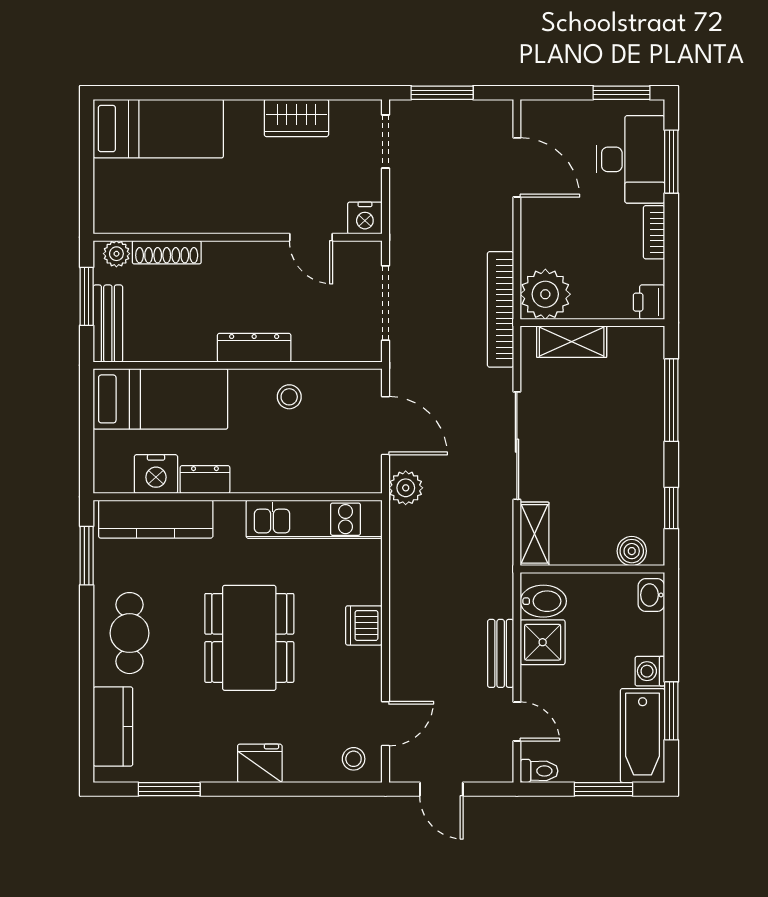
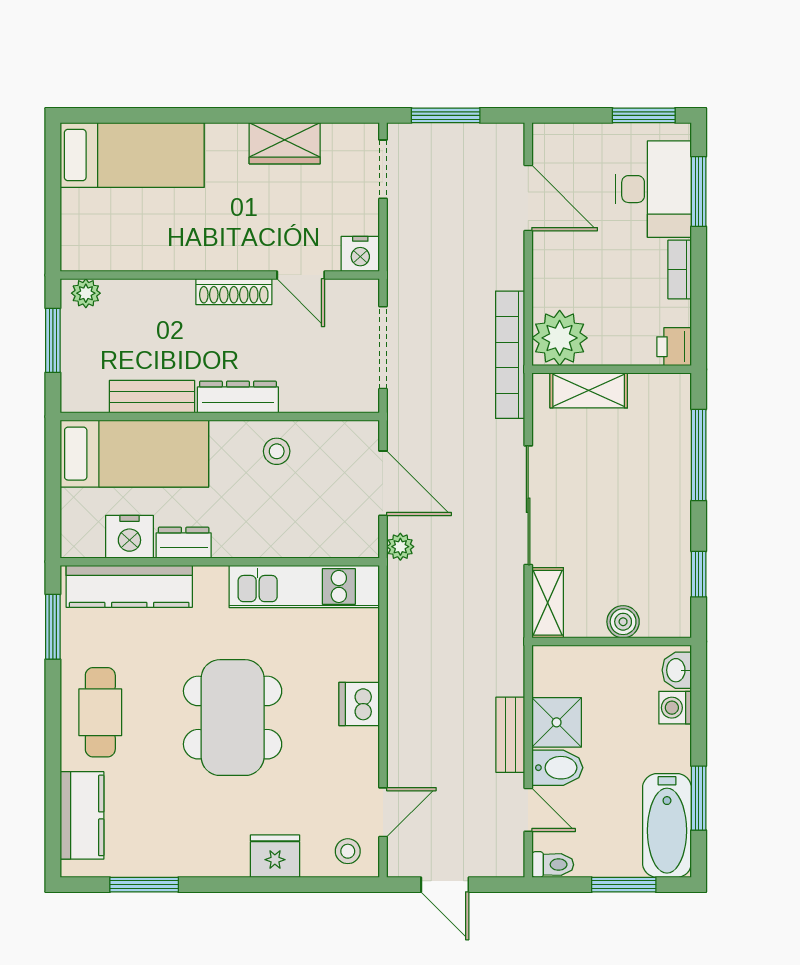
shoe rack: (167, 252) -> (234, 292), moved
bench: (108, 324) -> (152, 397), moved, turned 90
plant: (406, 488) -> (400, 547), width x0.73, depth x0.73
boiler: (632, 551) -> (623, 622), moved
bidet: (543, 601) -> (557, 768), moved
washing machine: (650, 671) -> (675, 708), moved
fridge: (260, 763) -> (275, 856), moved

